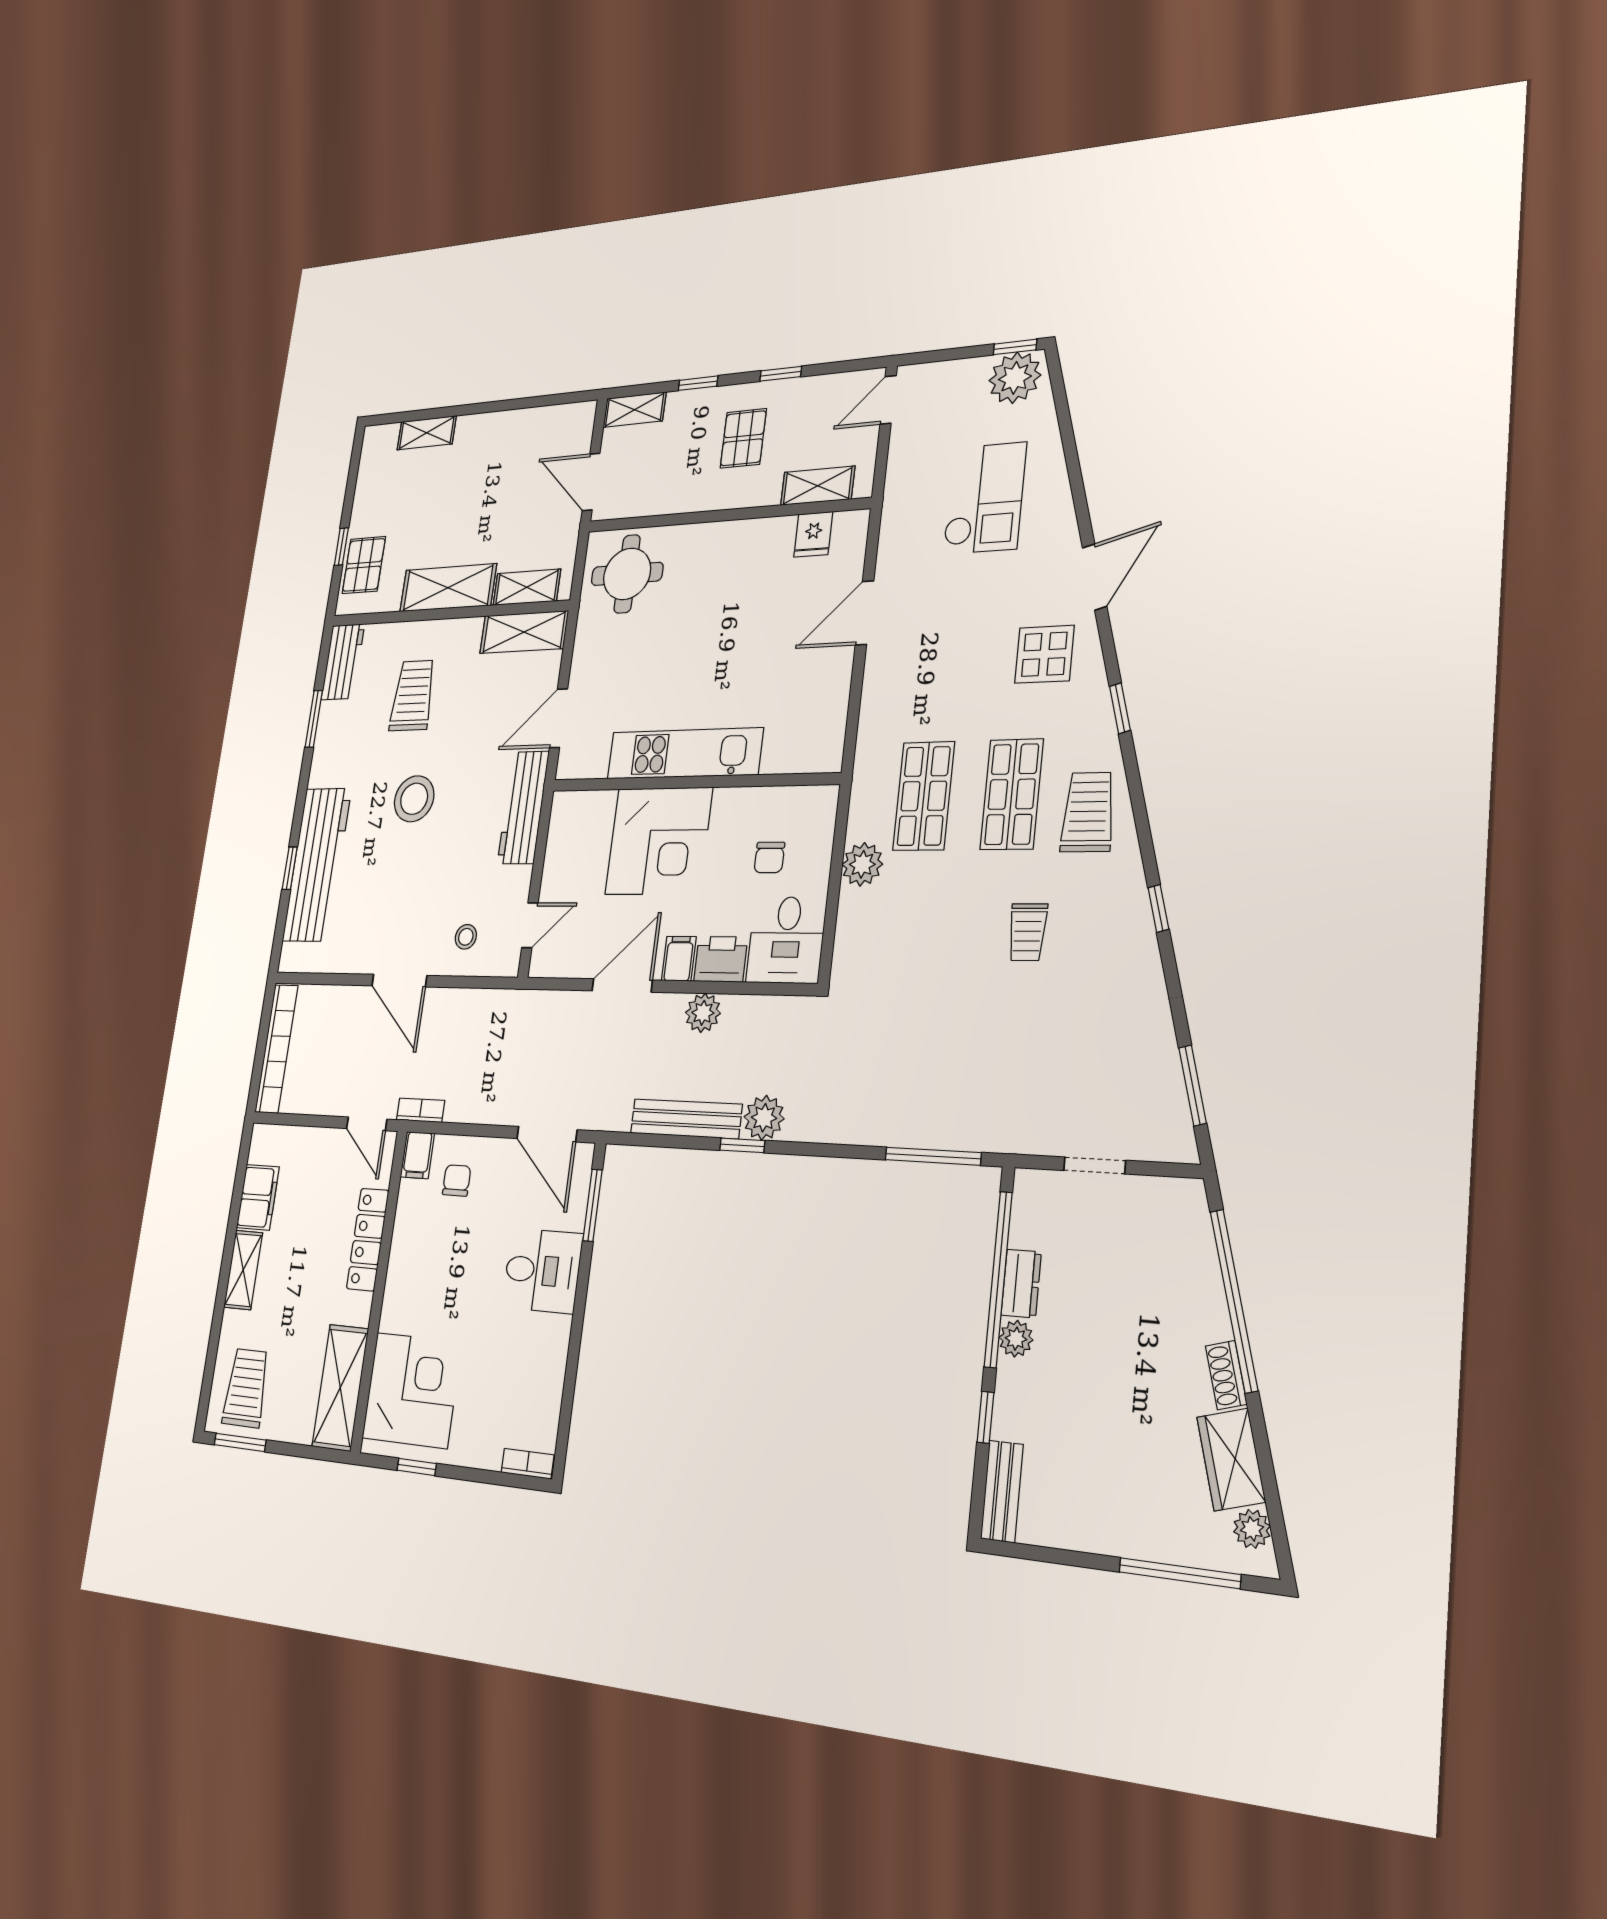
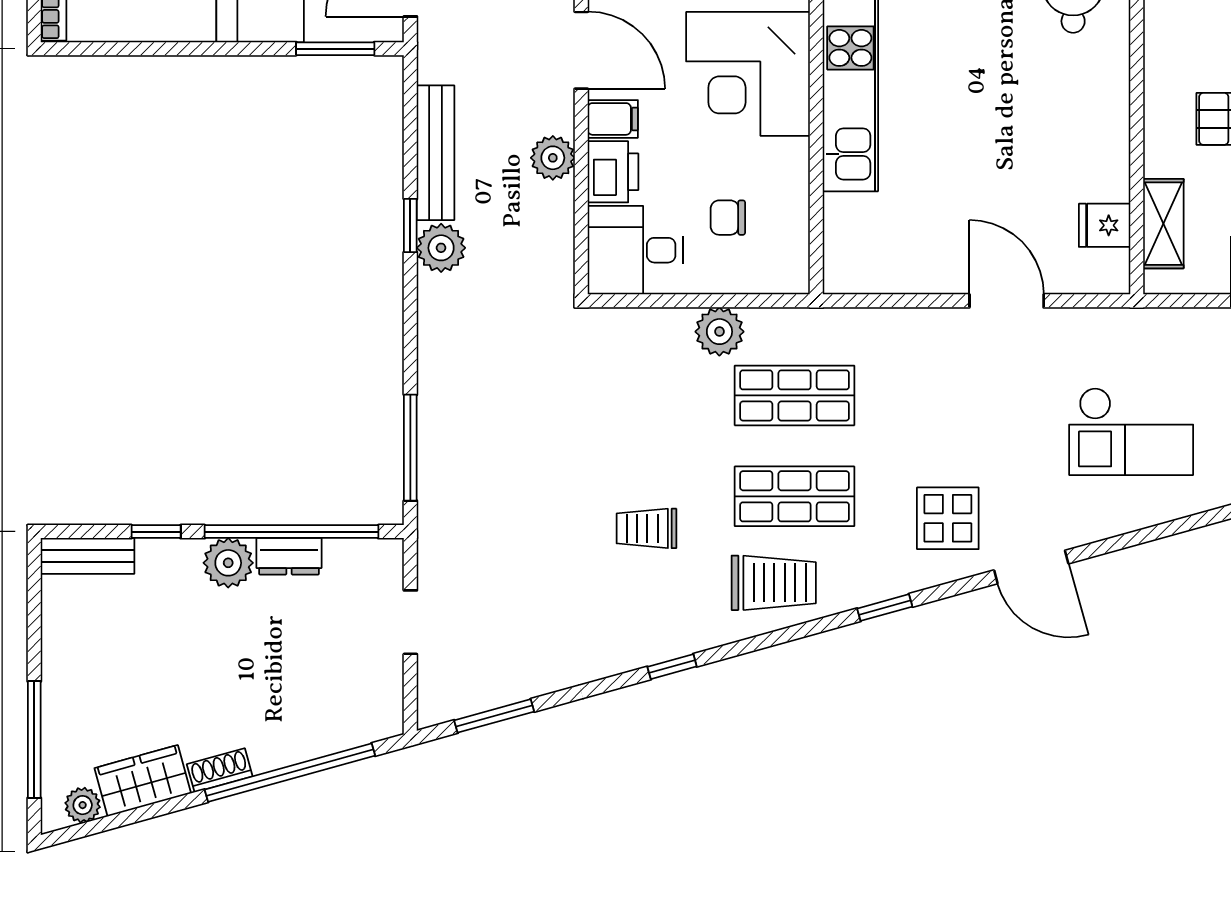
plant: (1016, 1339) -> (228, 563), width x1.38, depth x1.38

